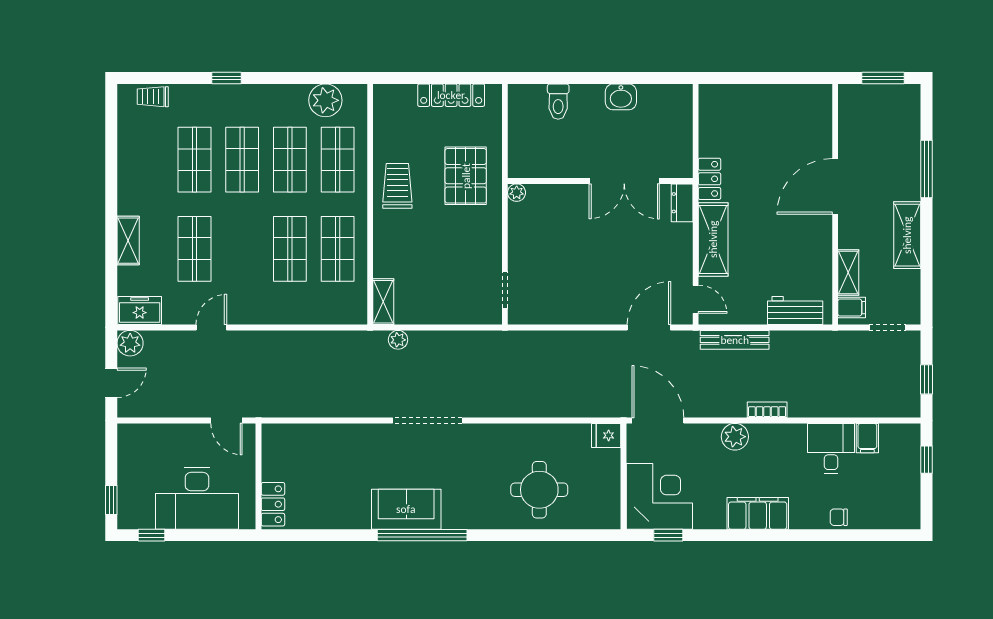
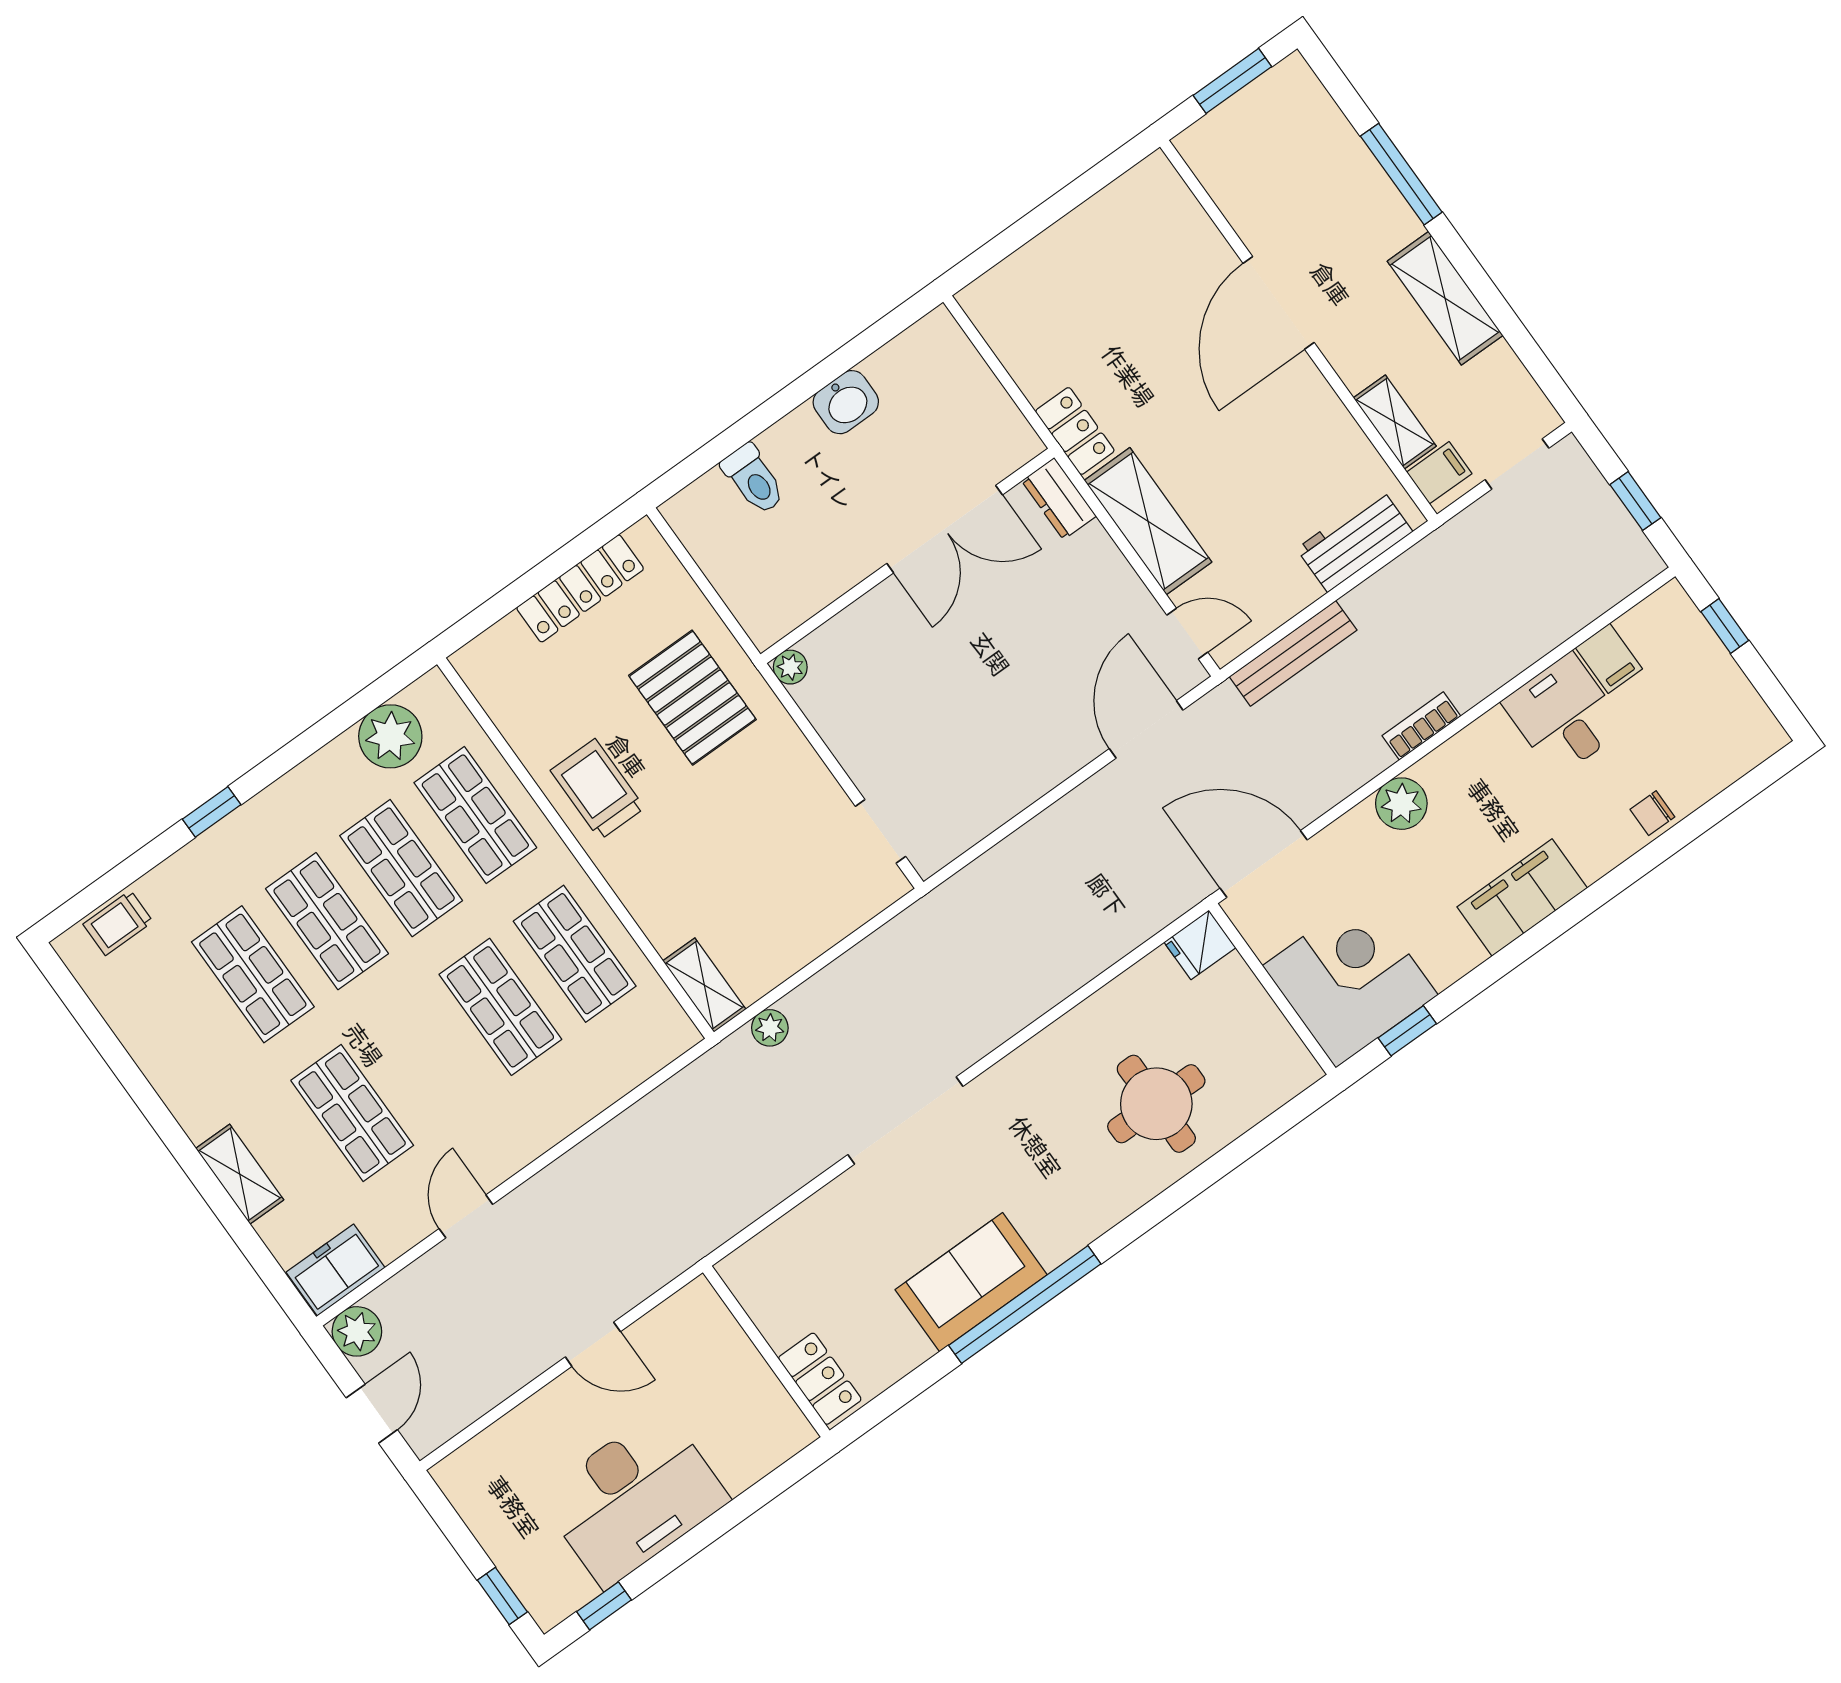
wall: (258, 476) -> (766, 1351), moved
locker: (273, 504) -> (820, 1379), moved

